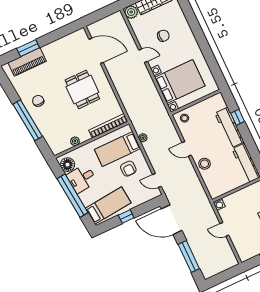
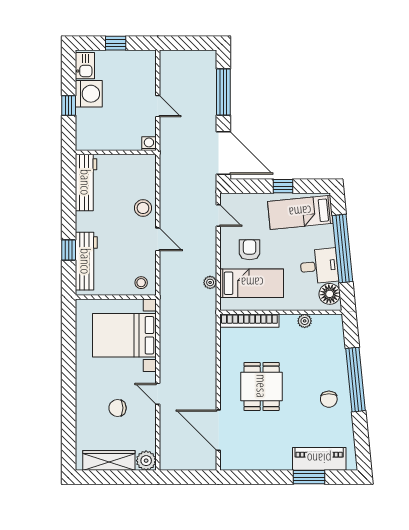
workbench: (229, 128) -> (86, 261), moved

